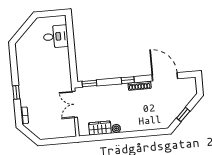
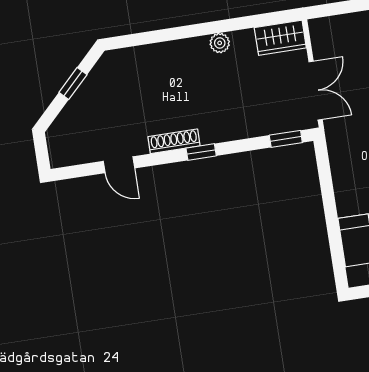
door: (165, 77) -> (119, 165), width x0.53
wardrobe: (100, 128) -> (280, 38), moved

